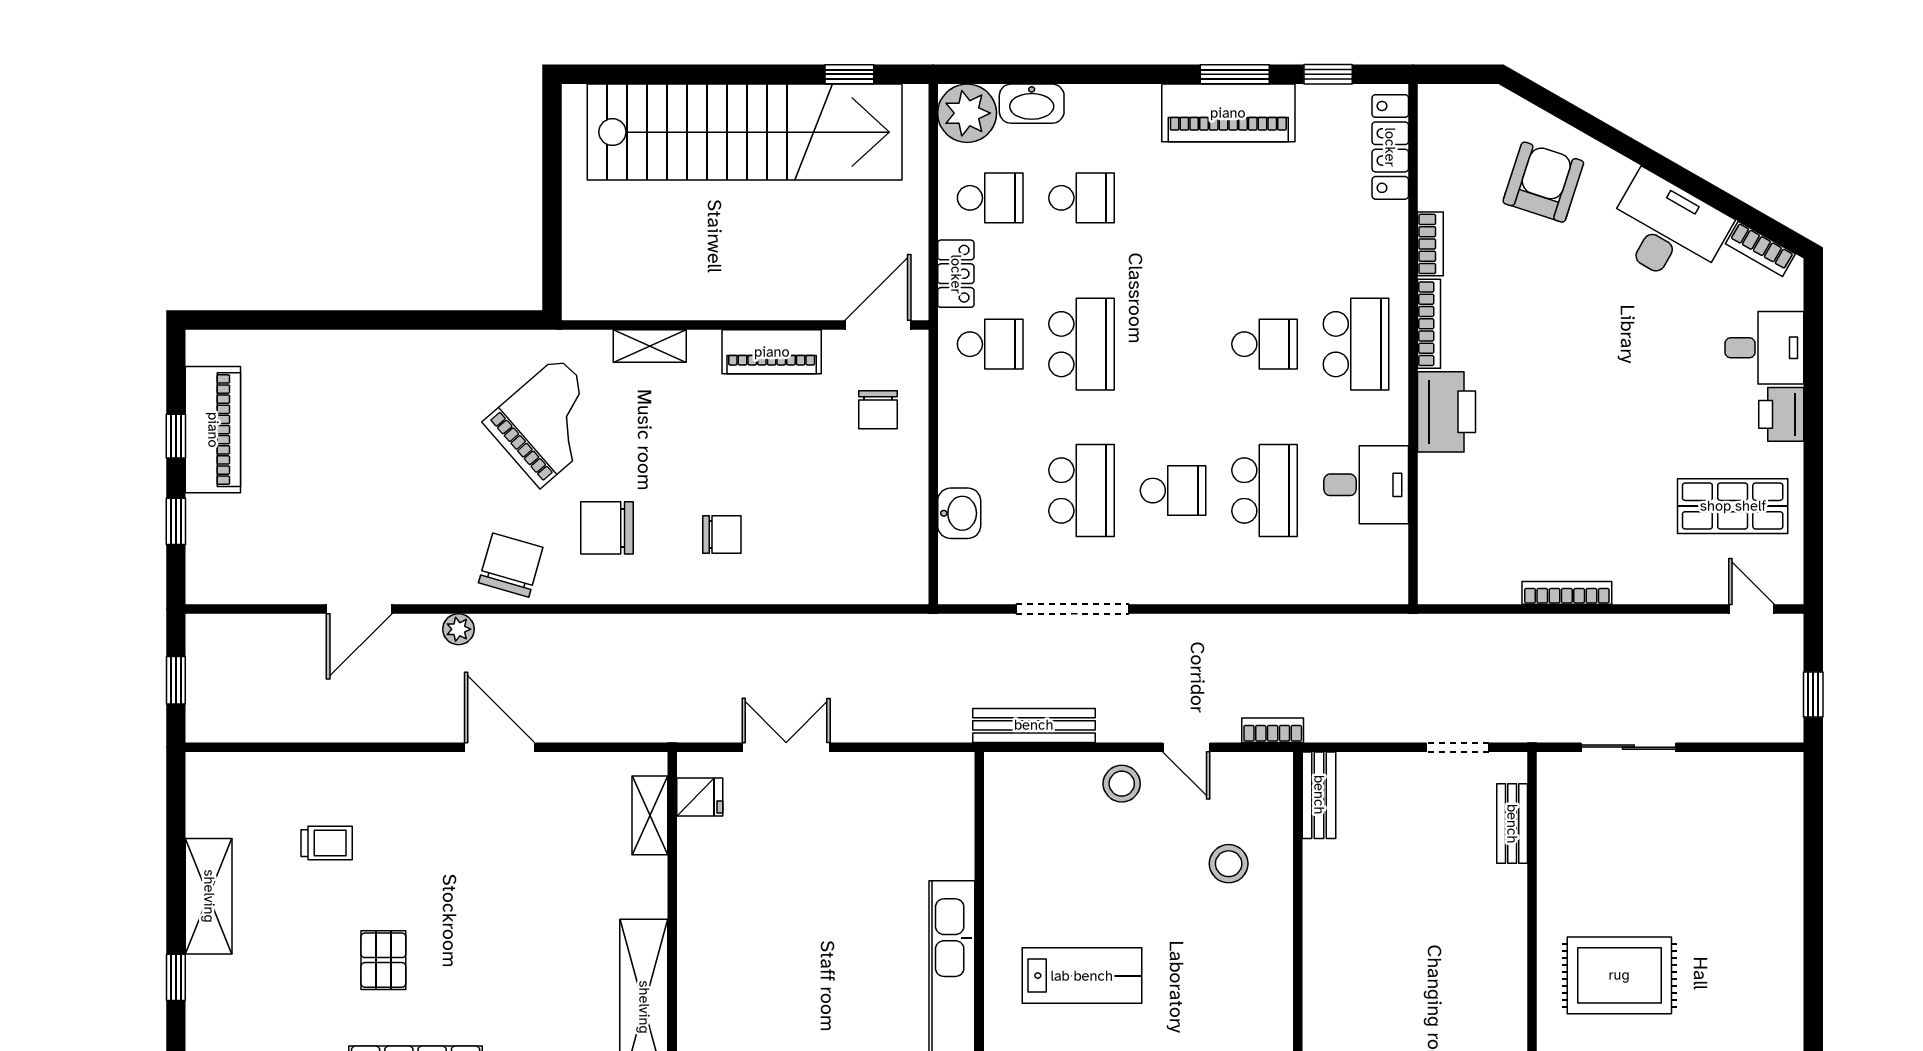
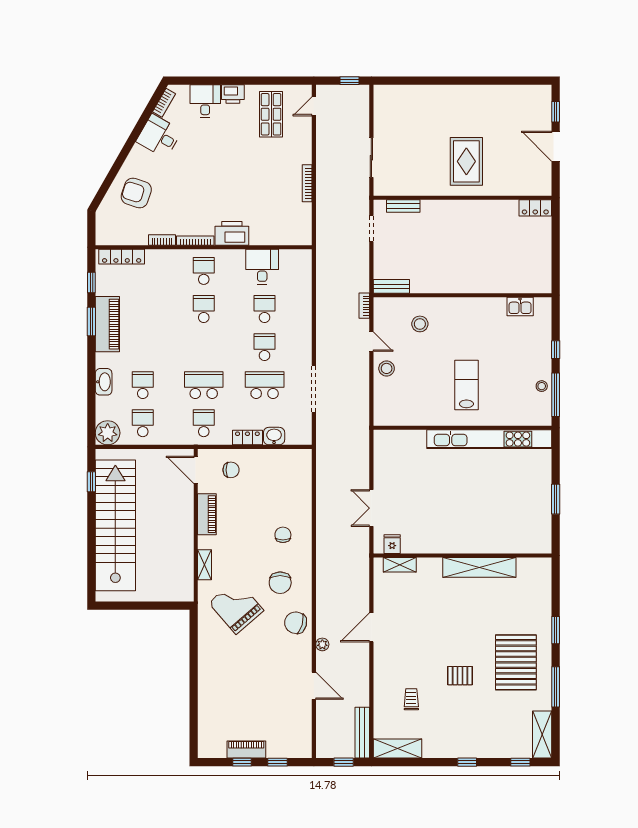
washbasin: (1032, 104) -> (104, 382), moved
desk: (1667, 230) -> (159, 136), width x0.73
locker: (956, 274) -> (247, 437), moved
school desk: (1356, 344) -> (204, 271), width x0.54
piano: (213, 430) -> (246, 749), width x0.73, depth x0.75
school desk: (1265, 491) -> (265, 309), width x0.54
bench: (1034, 725) -> (362, 733), moved
door: (1186, 747) -> (371, 342), hinge flipped
shelving: (209, 896) -> (397, 748), moved

